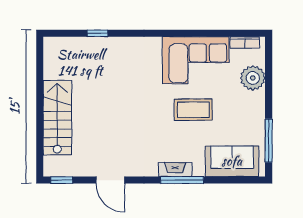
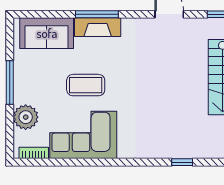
window: (269, 141) -> (10, 82), moved
fireplace: (175, 170) -> (98, 27), width x1.37, depth x1.32

